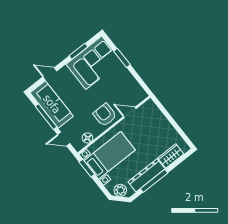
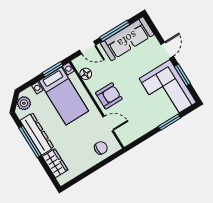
door: (50, 74) -> (167, 50), moved
door: (130, 113) -> (108, 124), hinge flipped
chair: (152, 117) -> (101, 148), added
door: (64, 139) -> (88, 48), swing flipped

